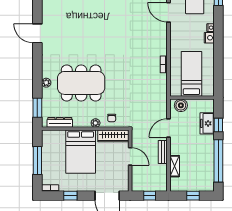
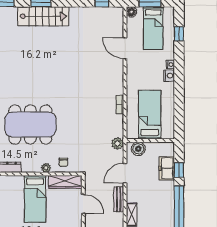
plant: (162, 100) -> (117, 143), added
bed: (81, 152) -> (35, 199), width x0.67

